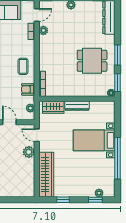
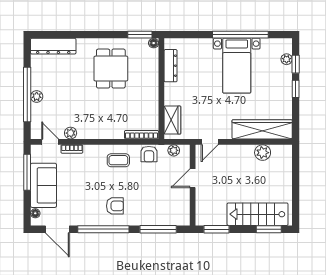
window: (118, 55) -> (103, 35), removed
dresser: (77, 106) -> (171, 66), moved
bed with nightstands: (94, 140) -> (237, 66), moved
plant: (29, 152) -> (263, 153), moved
window: (63, 200) -> (296, 89), moved

